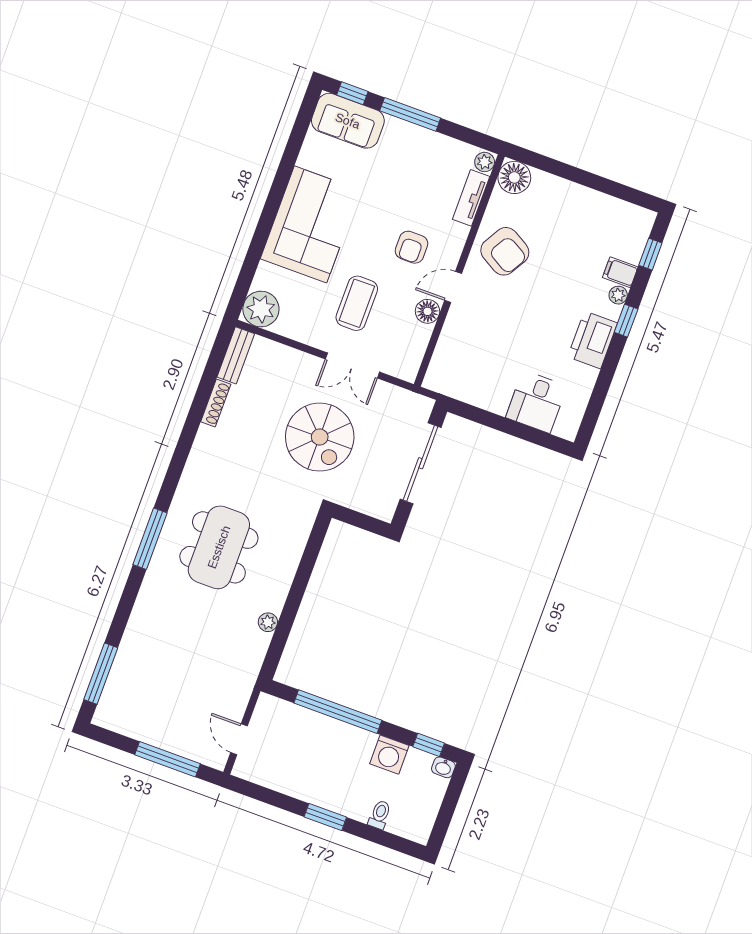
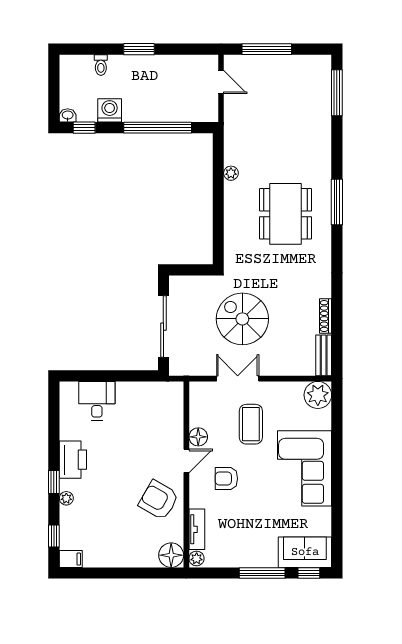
armchair: (411, 247) -> (226, 478), turned -90
filing cabinet: (620, 272) -> (71, 559), moved

